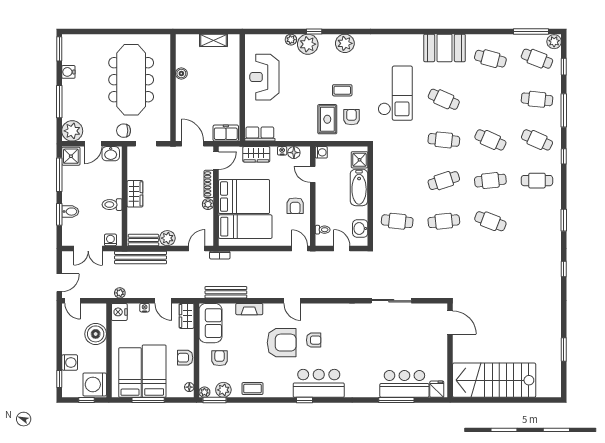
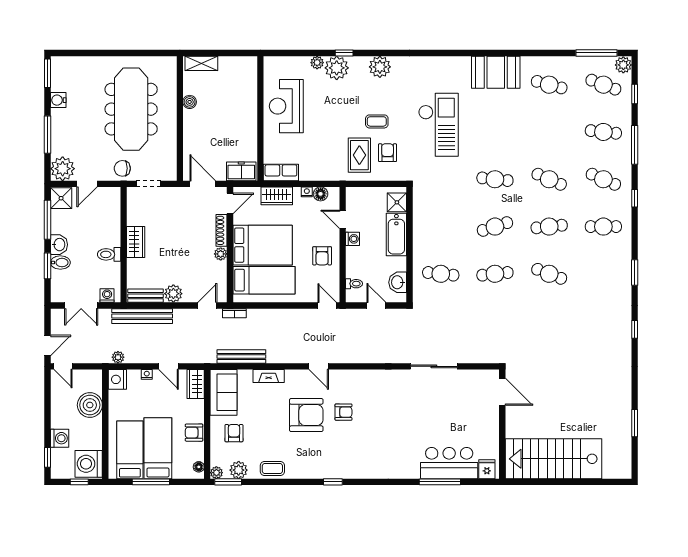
shelving: (213, 40) -> (201, 63), moved
cafe table: (444, 99) -> (495, 132), removed
washing machine: (321, 152) -> (352, 239), moved
washbasin: (111, 154) -> (59, 245), moved, turned -90
bar counter: (319, 383) -> (349, 462), removed

